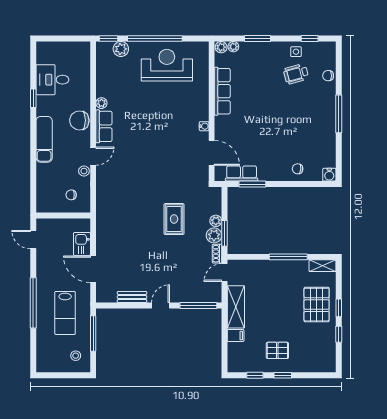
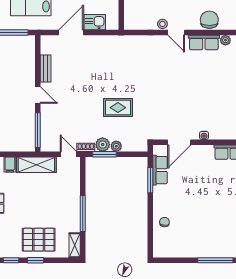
water cooler: (329, 175) -> (159, 251), removed
chair: (71, 195) -> (140, 12), removed

